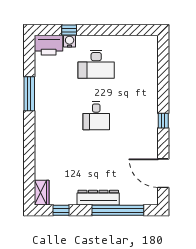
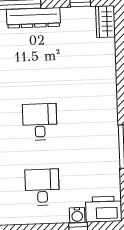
desk: (96, 64) -> (42, 187), width x0.73

